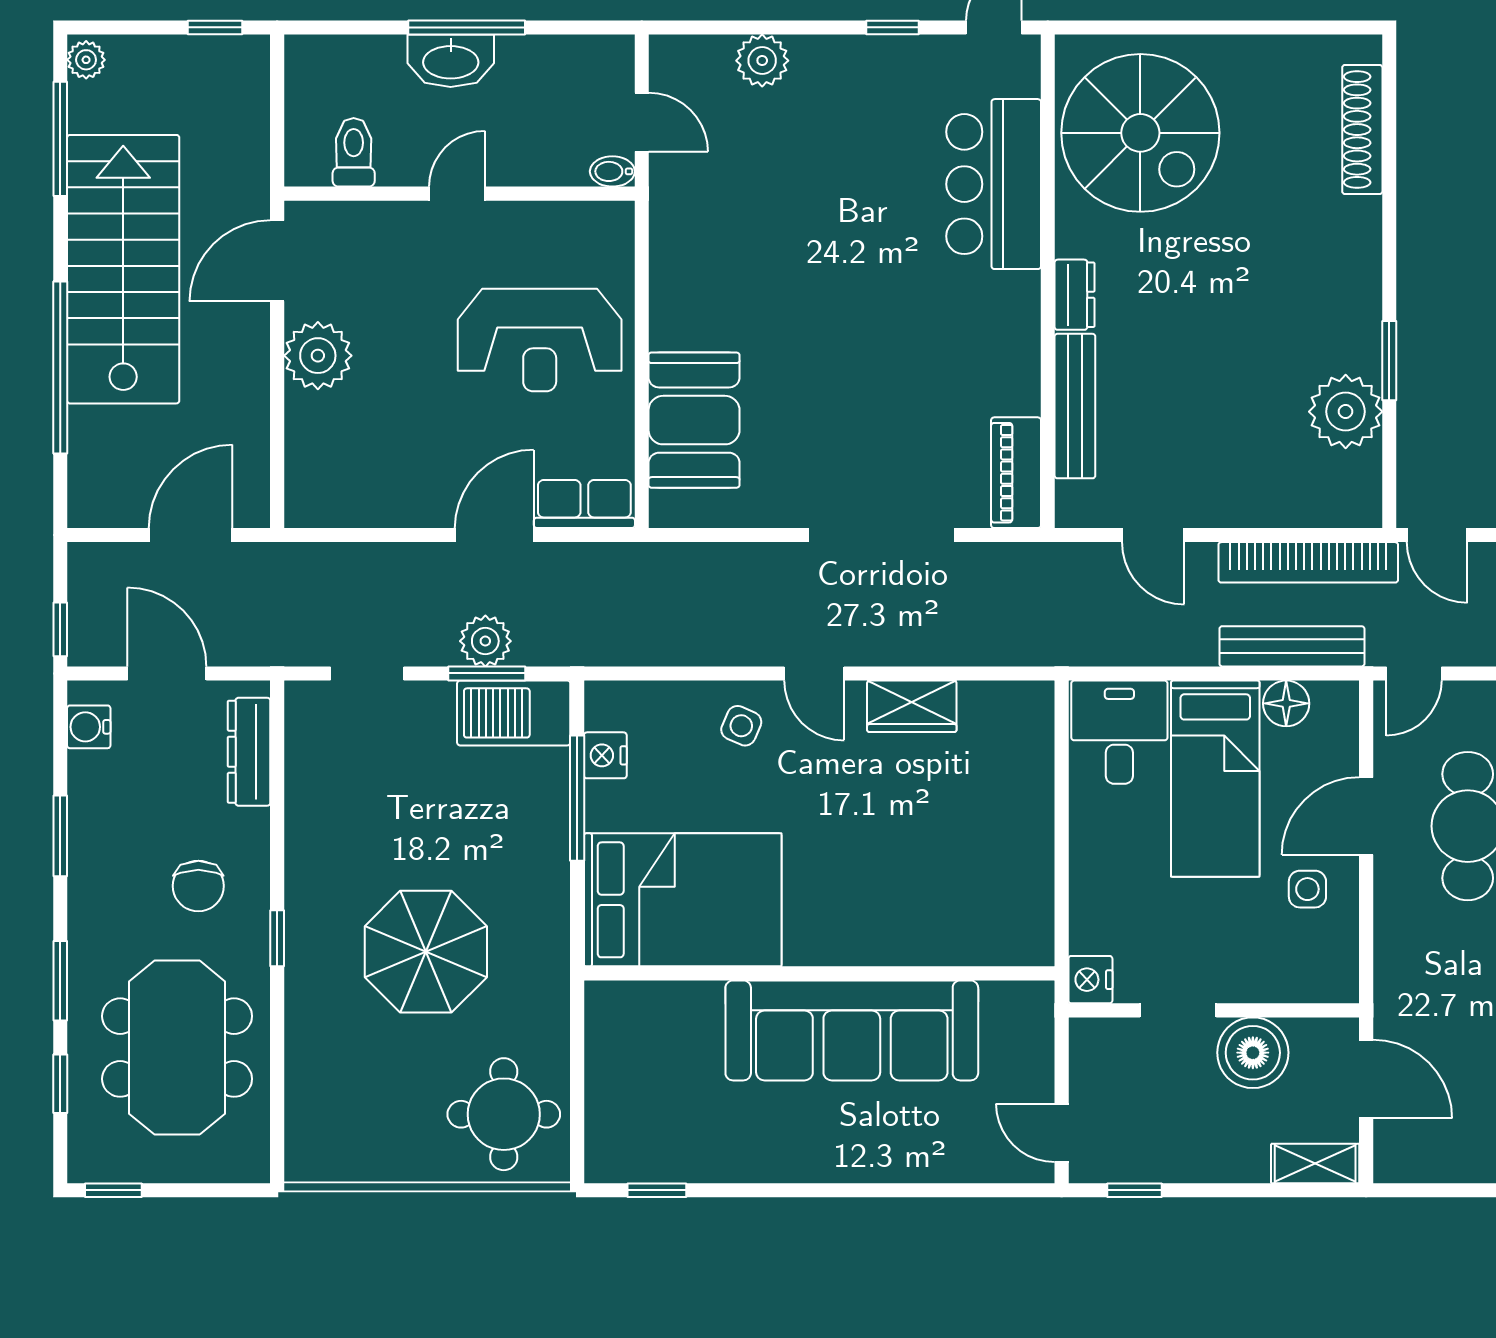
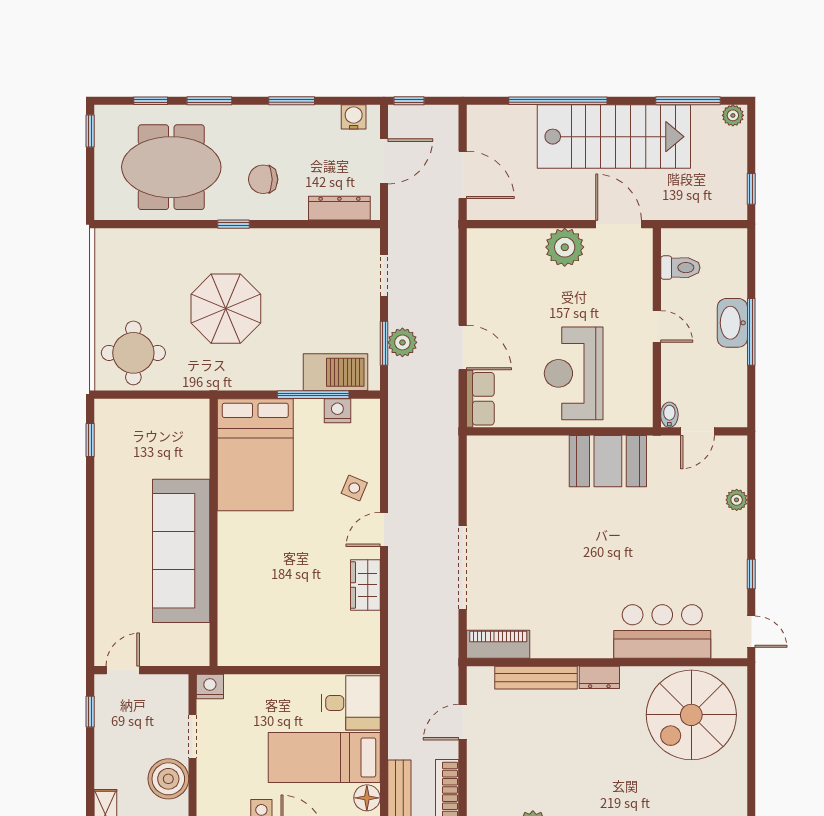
plant: (762, 61) -> (737, 500), width x0.73, depth x0.73
booth: (694, 420) -> (608, 461), moved
barbecue: (514, 713) -> (336, 372), moved, turned 90

